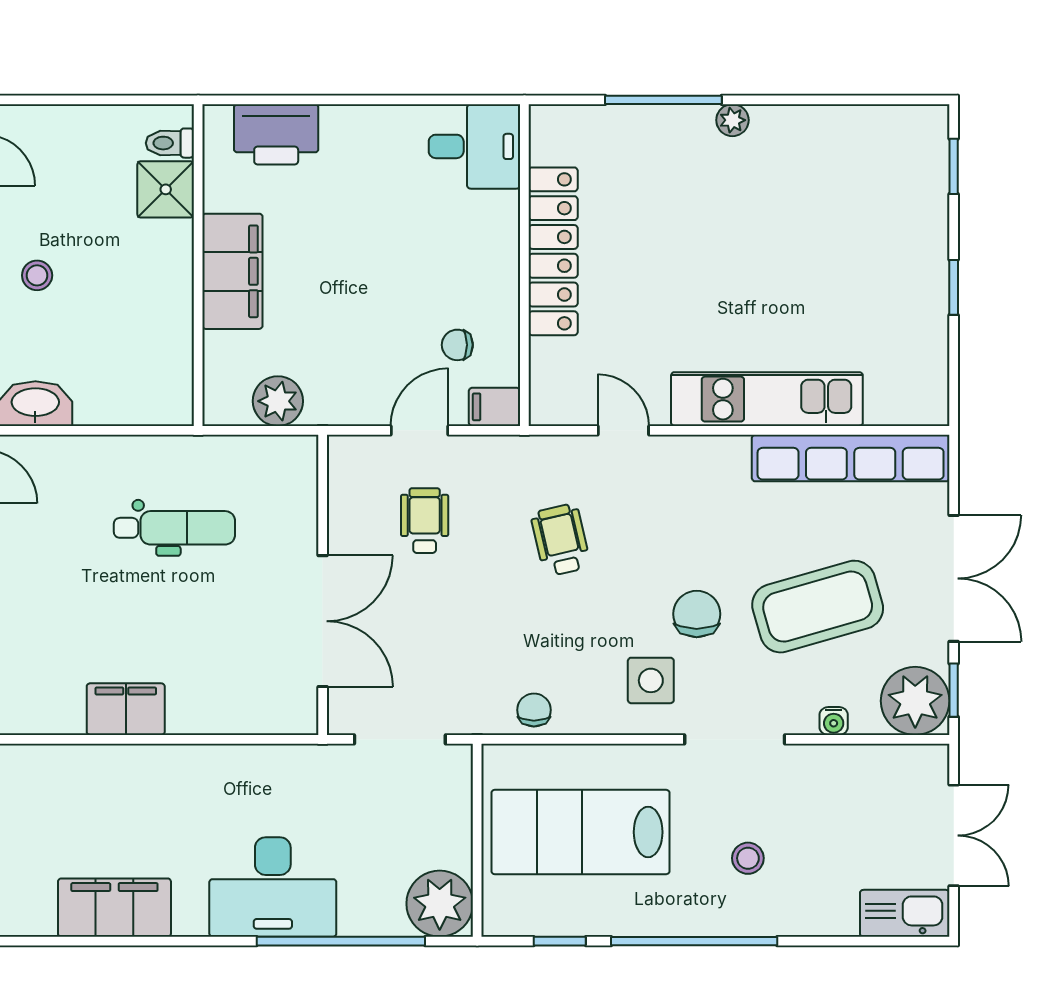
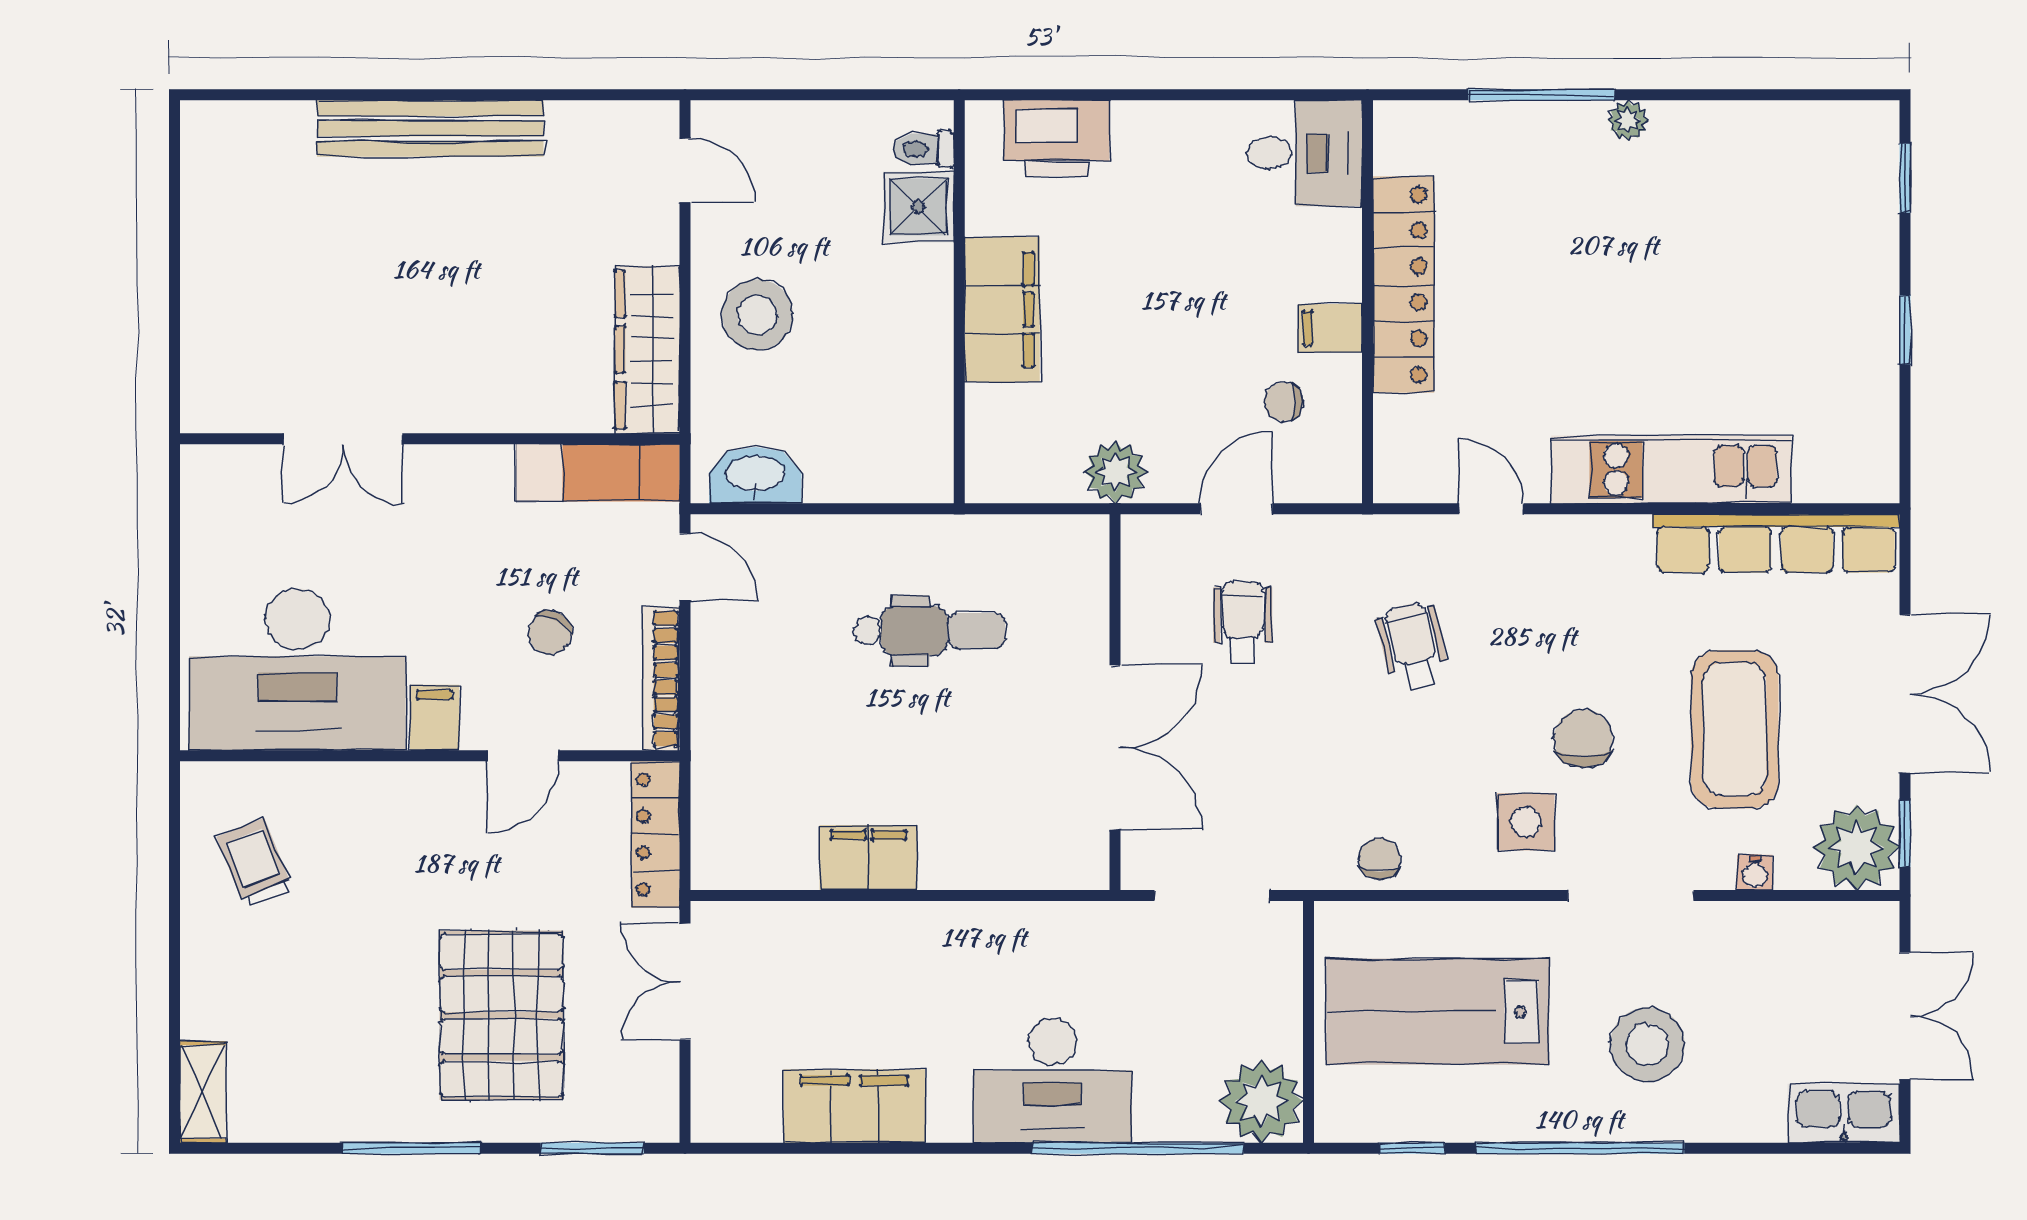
stool: (37, 275) -> (757, 315), width x1.89, depth x1.89
plant: (278, 401) -> (1115, 472), moved
filing cabinet: (495, 407) -> (1330, 328), moved
coffee table: (818, 607) -> (1735, 729), turned -74
stool: (748, 858) -> (1647, 1044), width x1.89, depth x1.89

